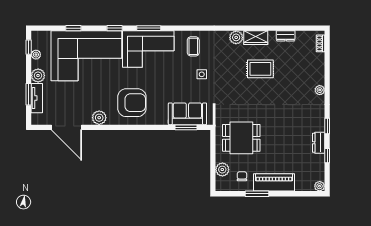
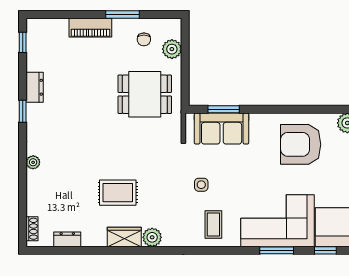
dresser: (286, 36) -> (67, 239), moved
window: (327, 156) -> (23, 42), moved
piano: (274, 182) -> (90, 28), width x0.73, depth x0.75
plant: (320, 186) -> (33, 25), removed

